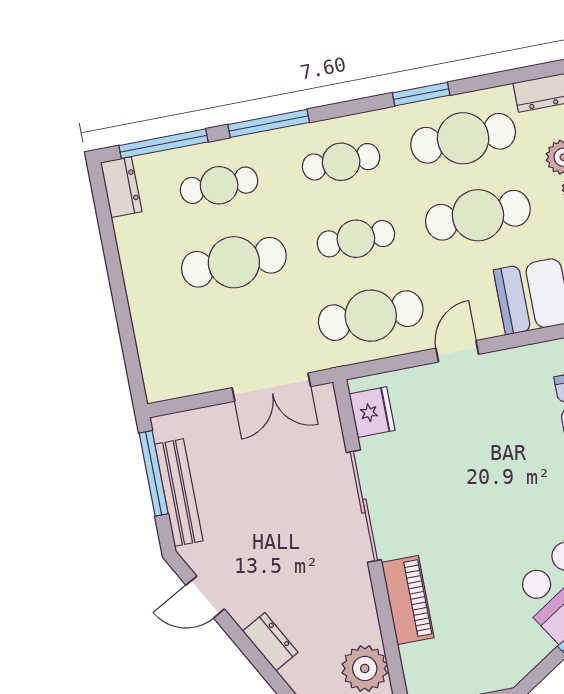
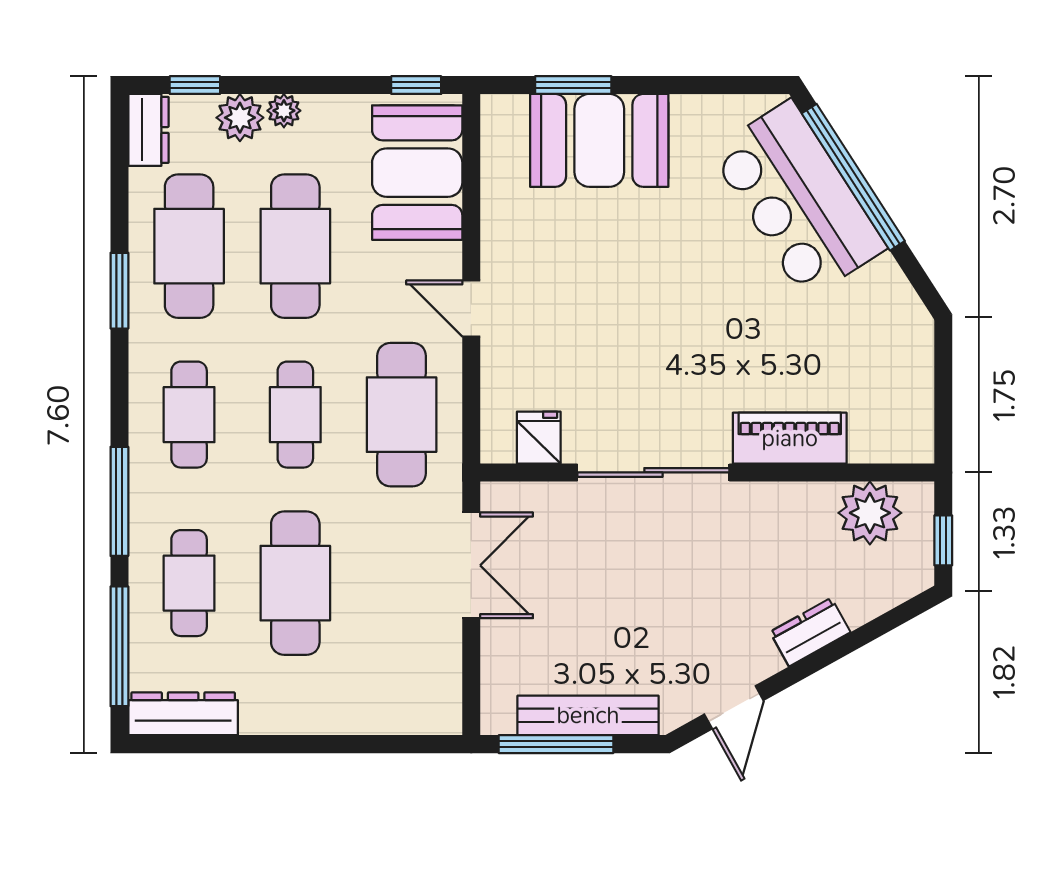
dresser: (121, 187) -> (183, 714), width x1.44
fridge: (372, 412) -> (539, 438), width x0.72

